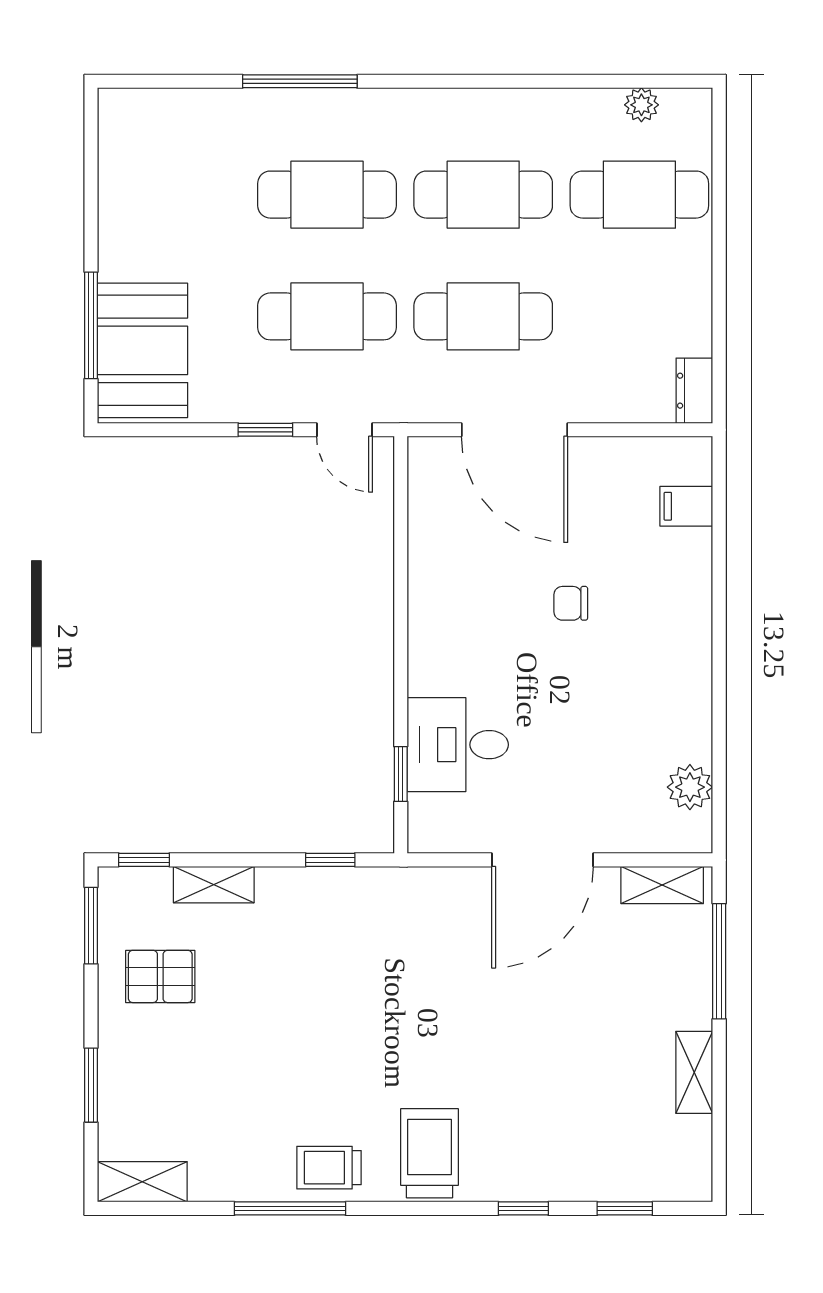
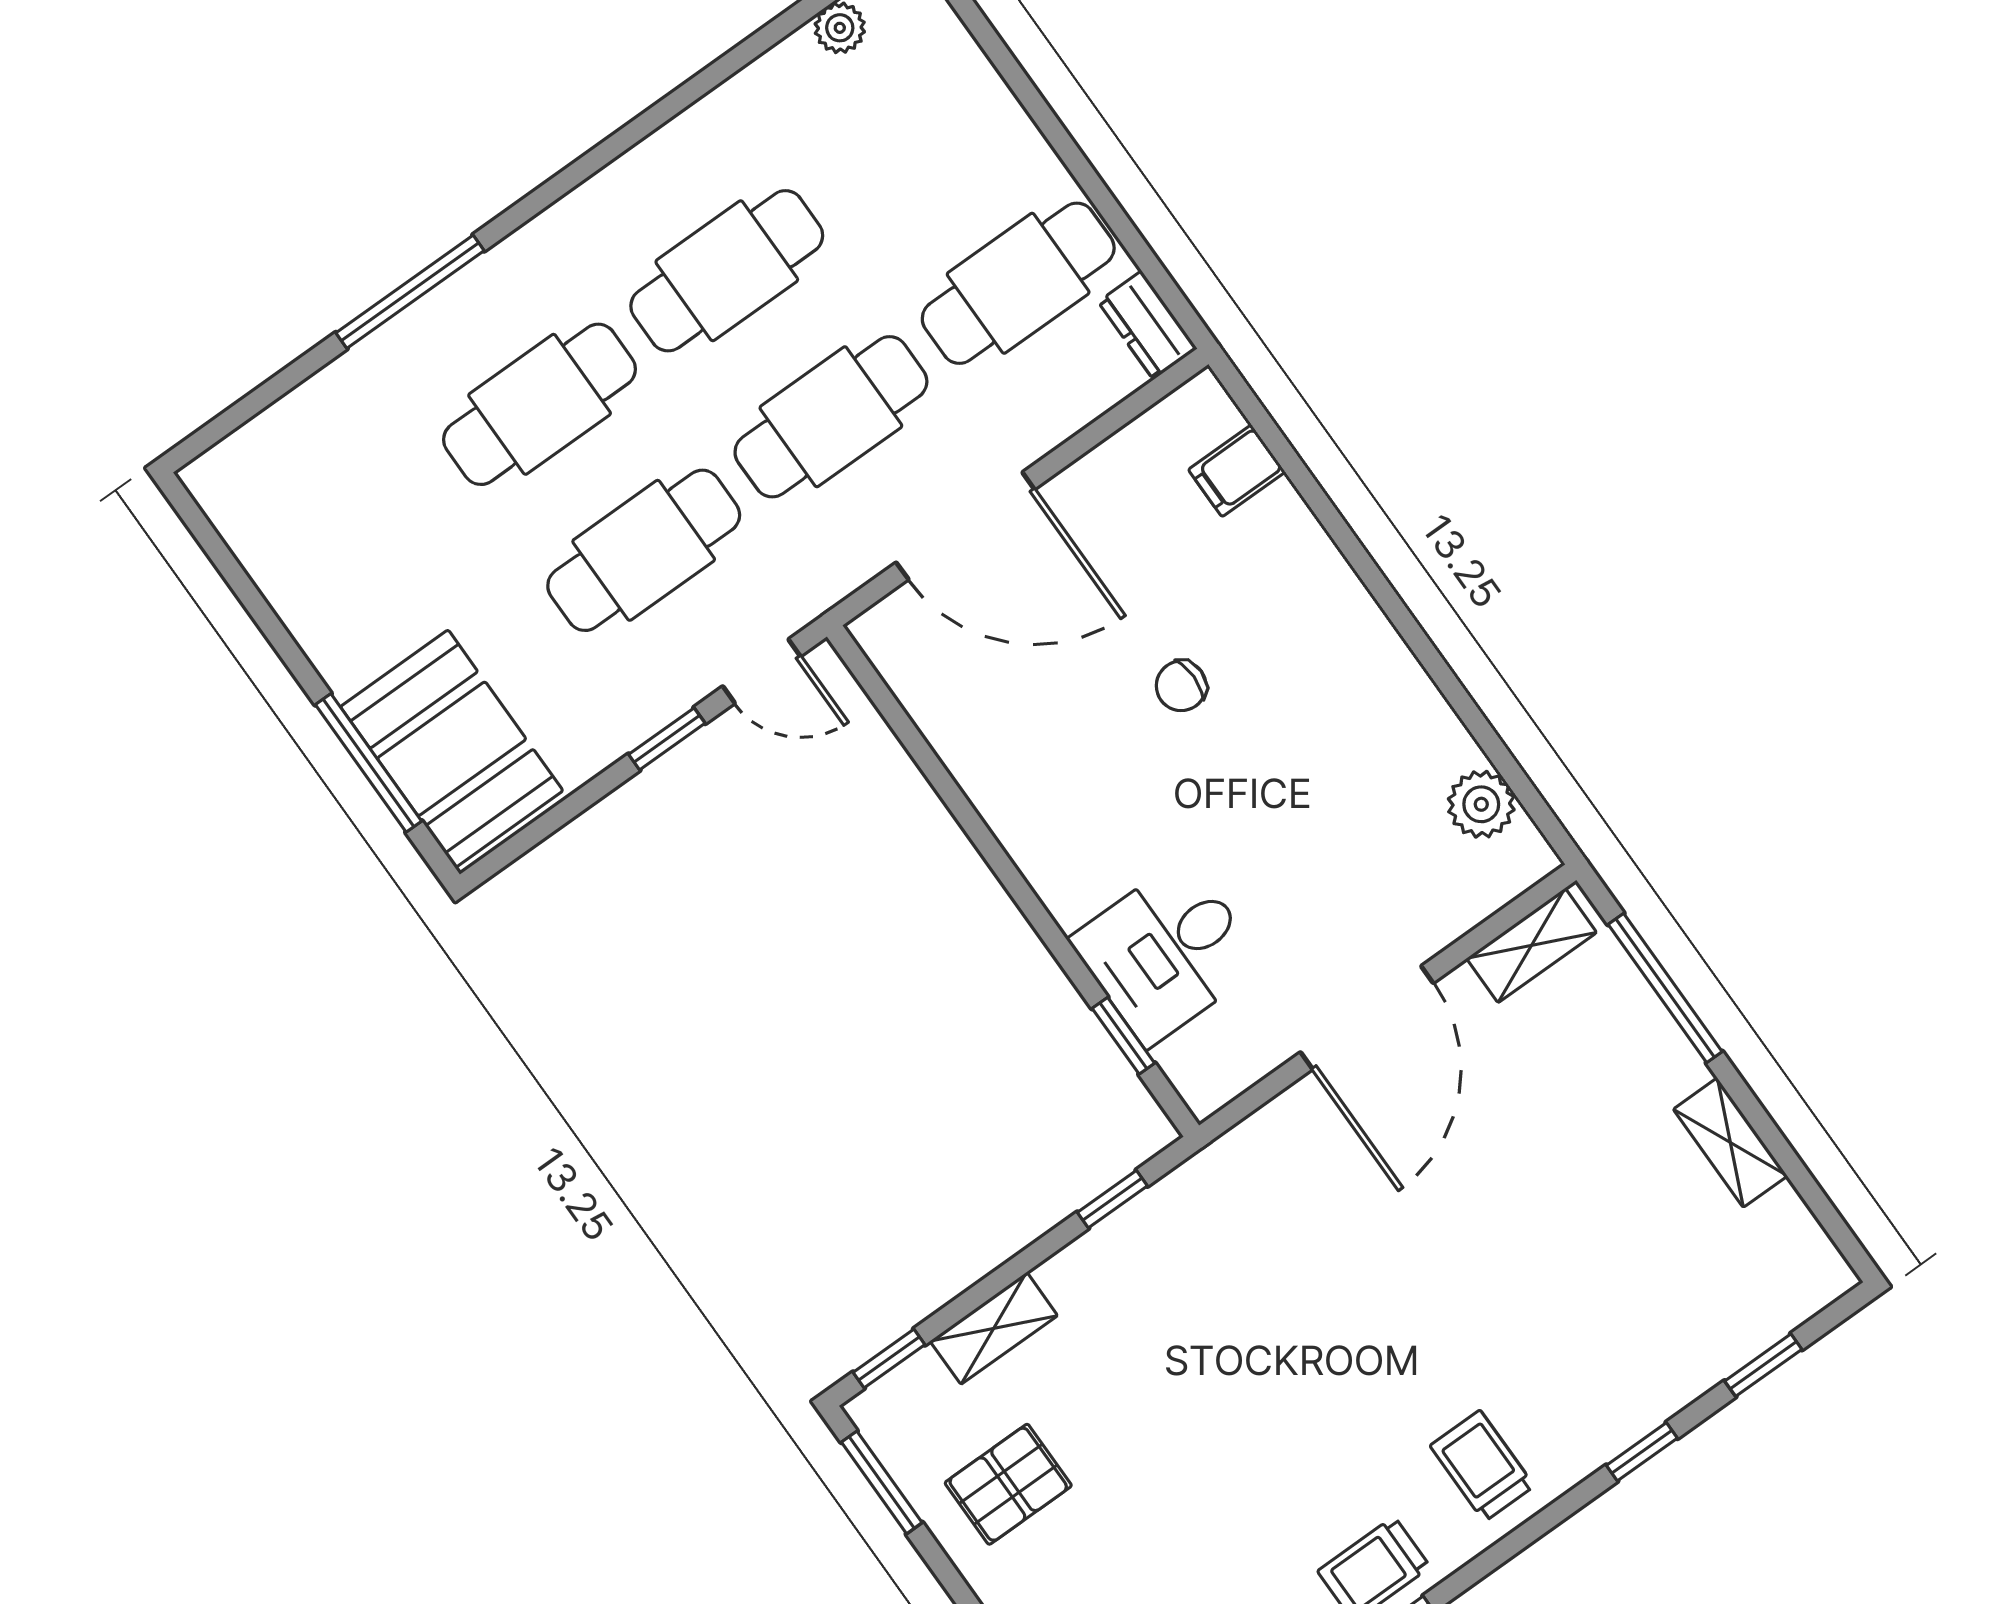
cafe table: (639, 195) -> (1018, 283), moved
trolley: (429, 1153) -> (1482, 1466), width x0.73, depth x0.72

